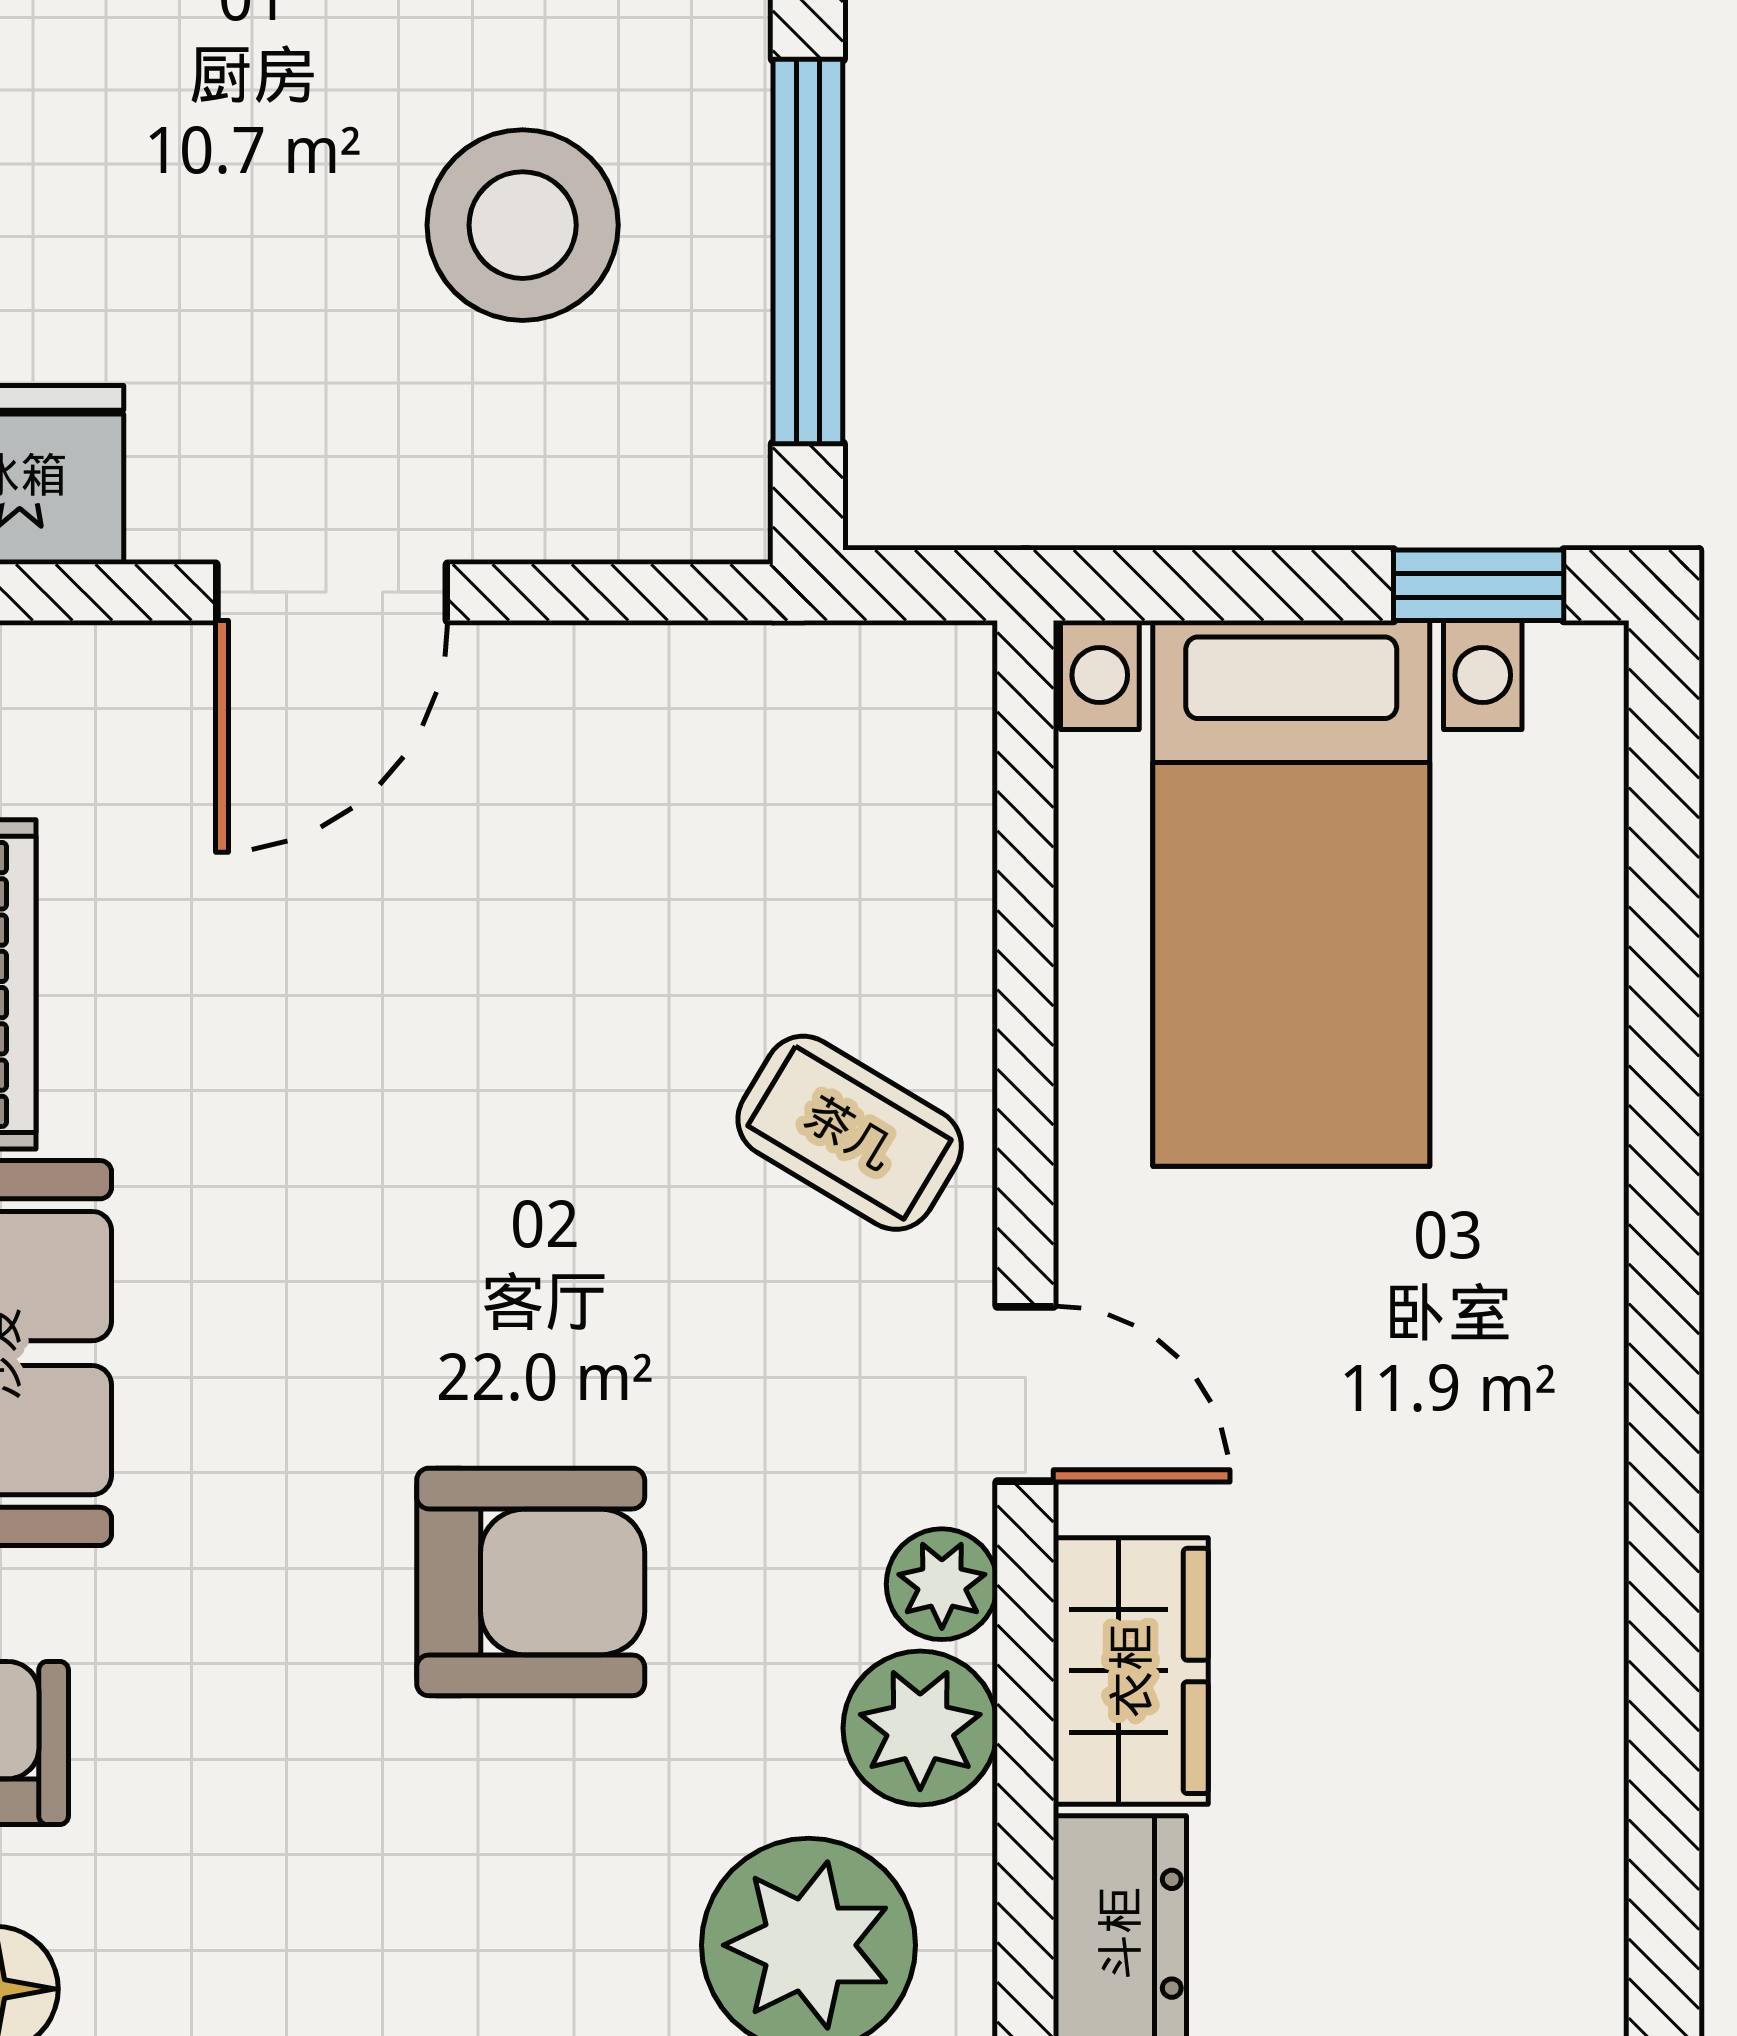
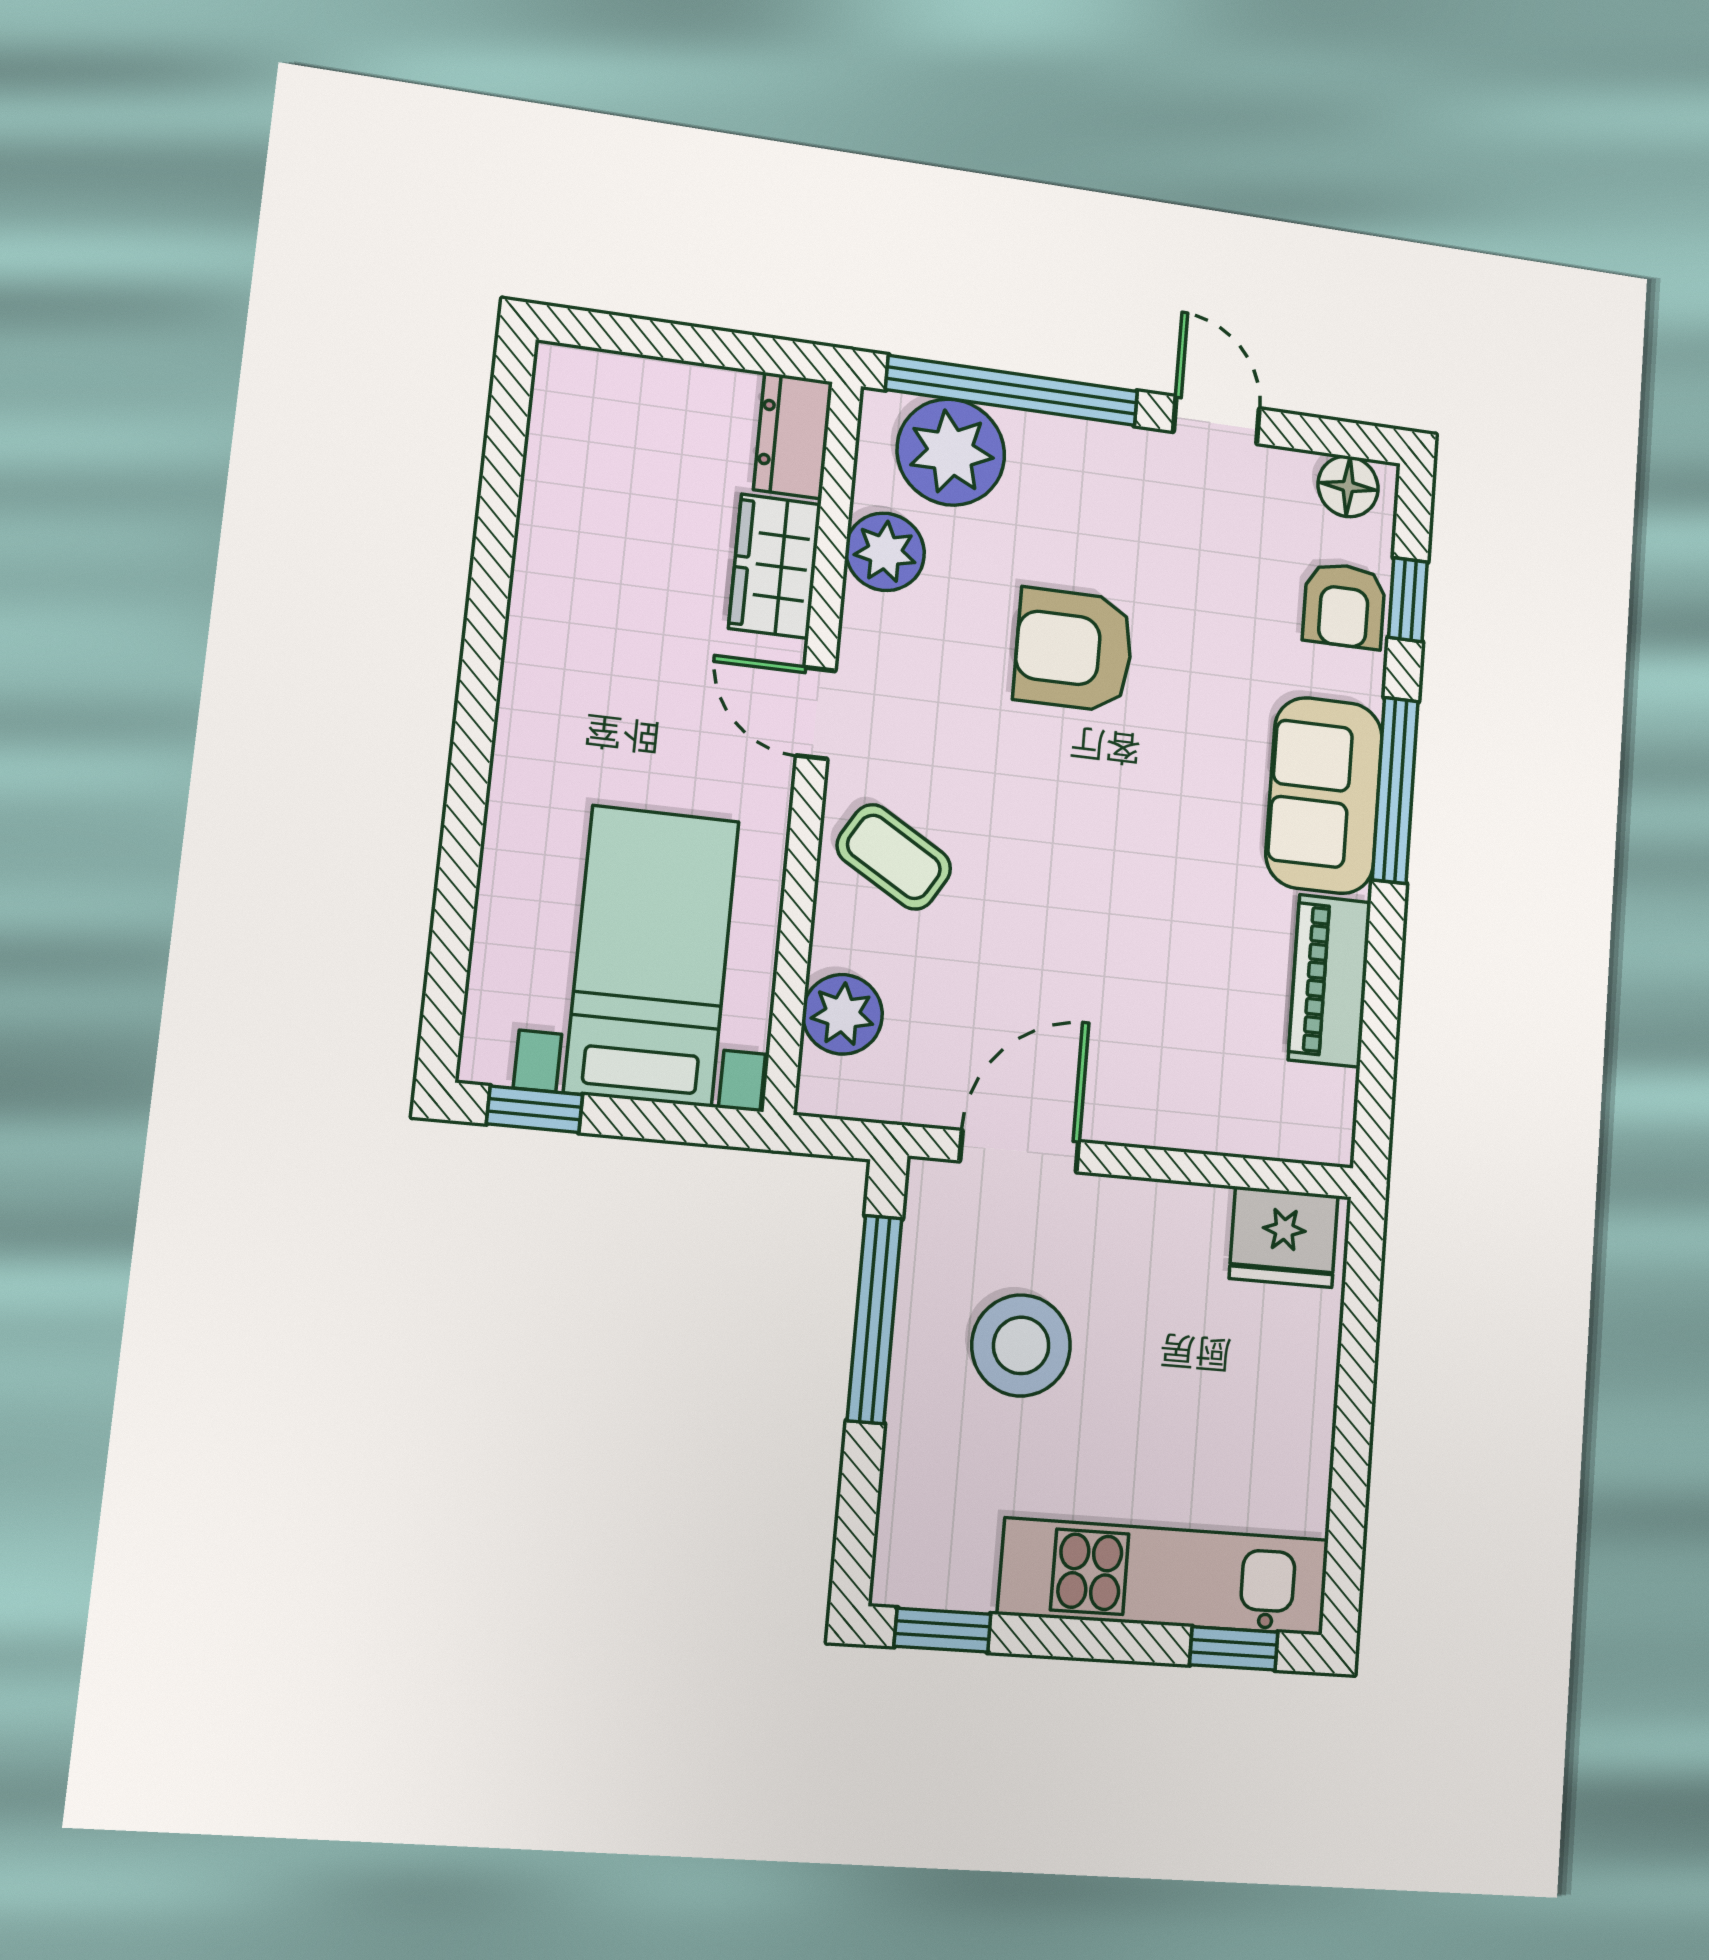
door: (332, 592) -> (1019, 1151), moved
plant: (942, 1584) -> (842, 1014), moved, width x1.38, depth x1.38

